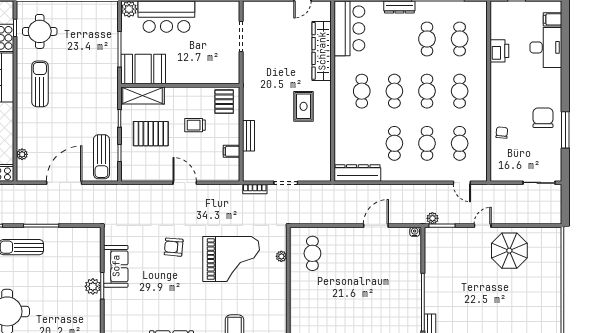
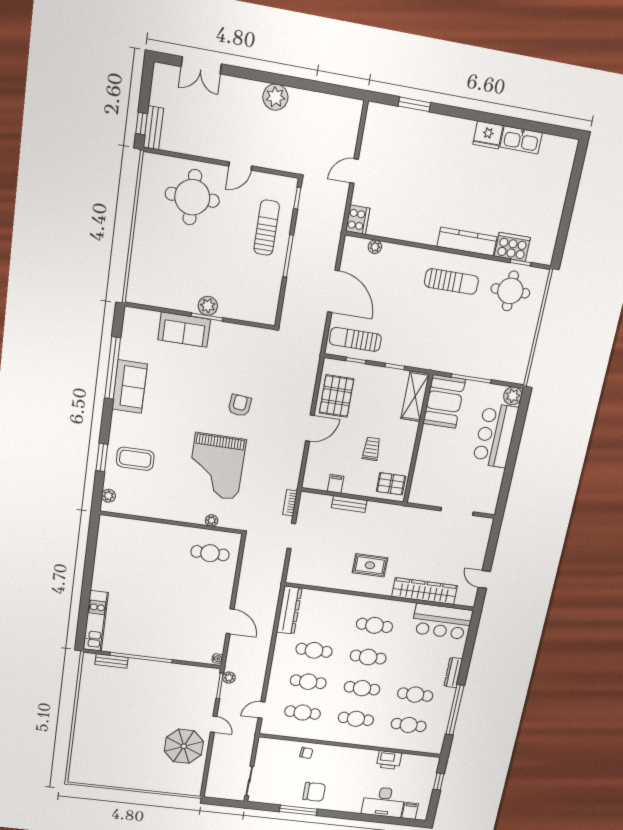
pallet: (151, 134) -> (337, 396), moved
sofa: (116, 266) -> (184, 330), moved

